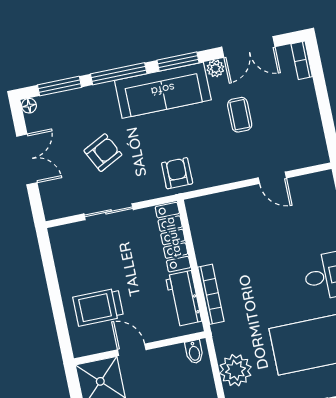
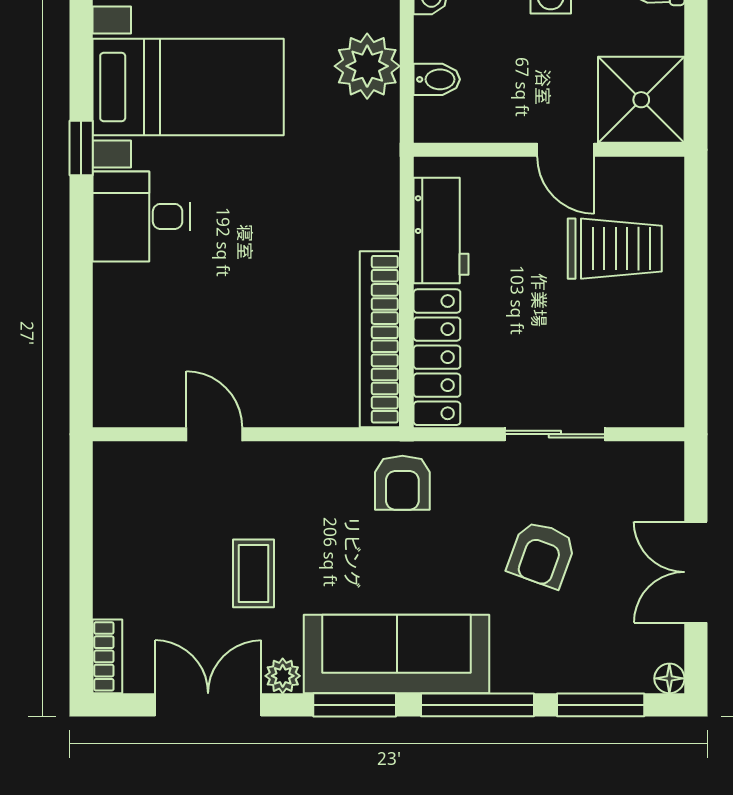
armchair: (103, 153) -> (542, 554), turned -43
bookcase: (211, 294) -> (380, 339), moved, width x1.48, depth x1.31
bidet: (194, 352) -> (437, 79), moved, turned 90

